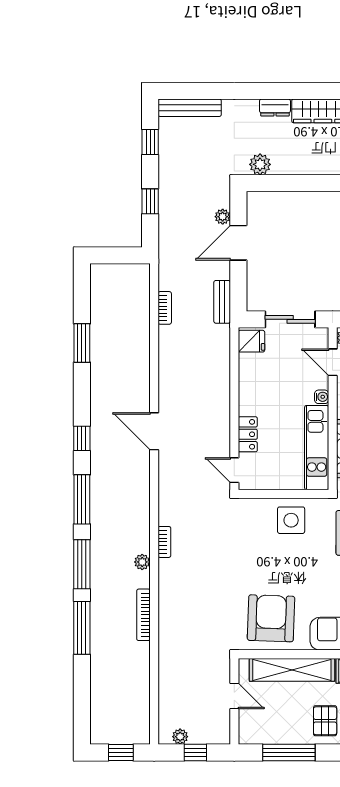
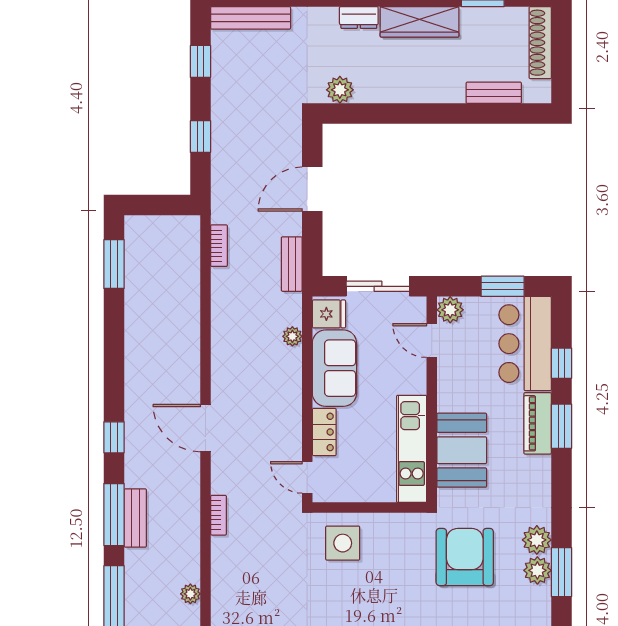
plant: (223, 217) -> (292, 336), moved
bookcase: (165, 308) -> (219, 246), moved
window: (82, 343) -> (114, 264), moved
sofa: (256, 384) -> (334, 368), added
water cooler: (322, 397) -> (418, 384), removed
bench: (99, 502) -> (135, 518), added
side table: (291, 520) -> (343, 543), moved
bookcase: (164, 542) -> (219, 515), moved

